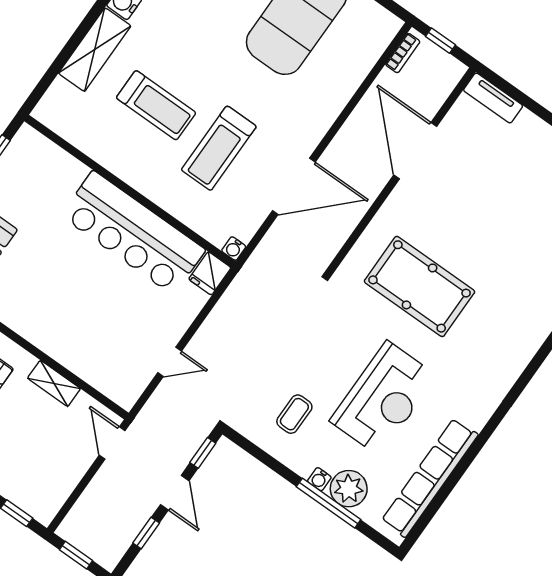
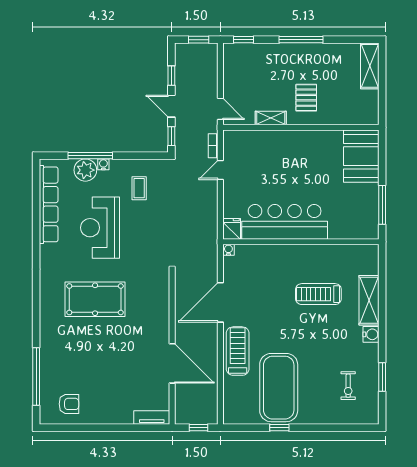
bookcase: (403, 53) -> (213, 146), moved
treadmill: (219, 148) -> (238, 351), moved
pool table: (420, 286) -> (95, 299), moved

